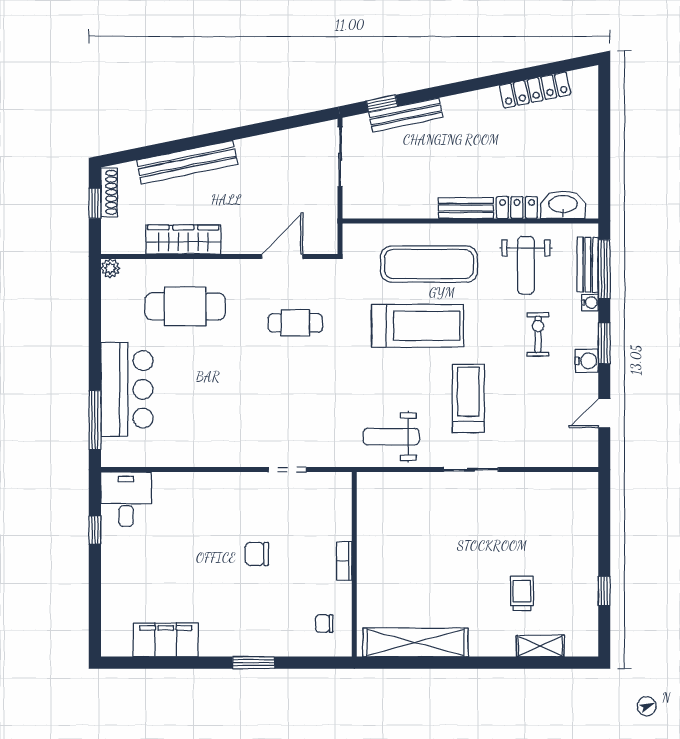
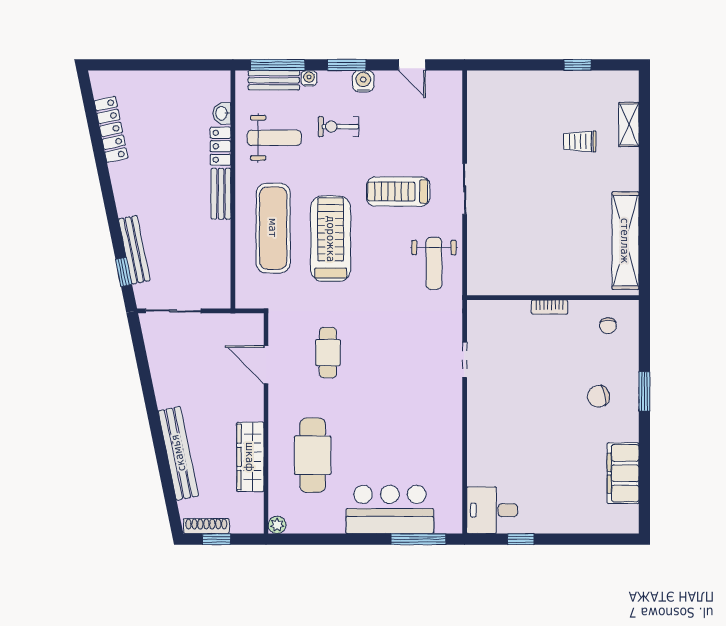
washbasin: (563, 205) -> (222, 113), width x0.52, depth x0.69
chair: (257, 554) -> (598, 396), moved, turned 79

